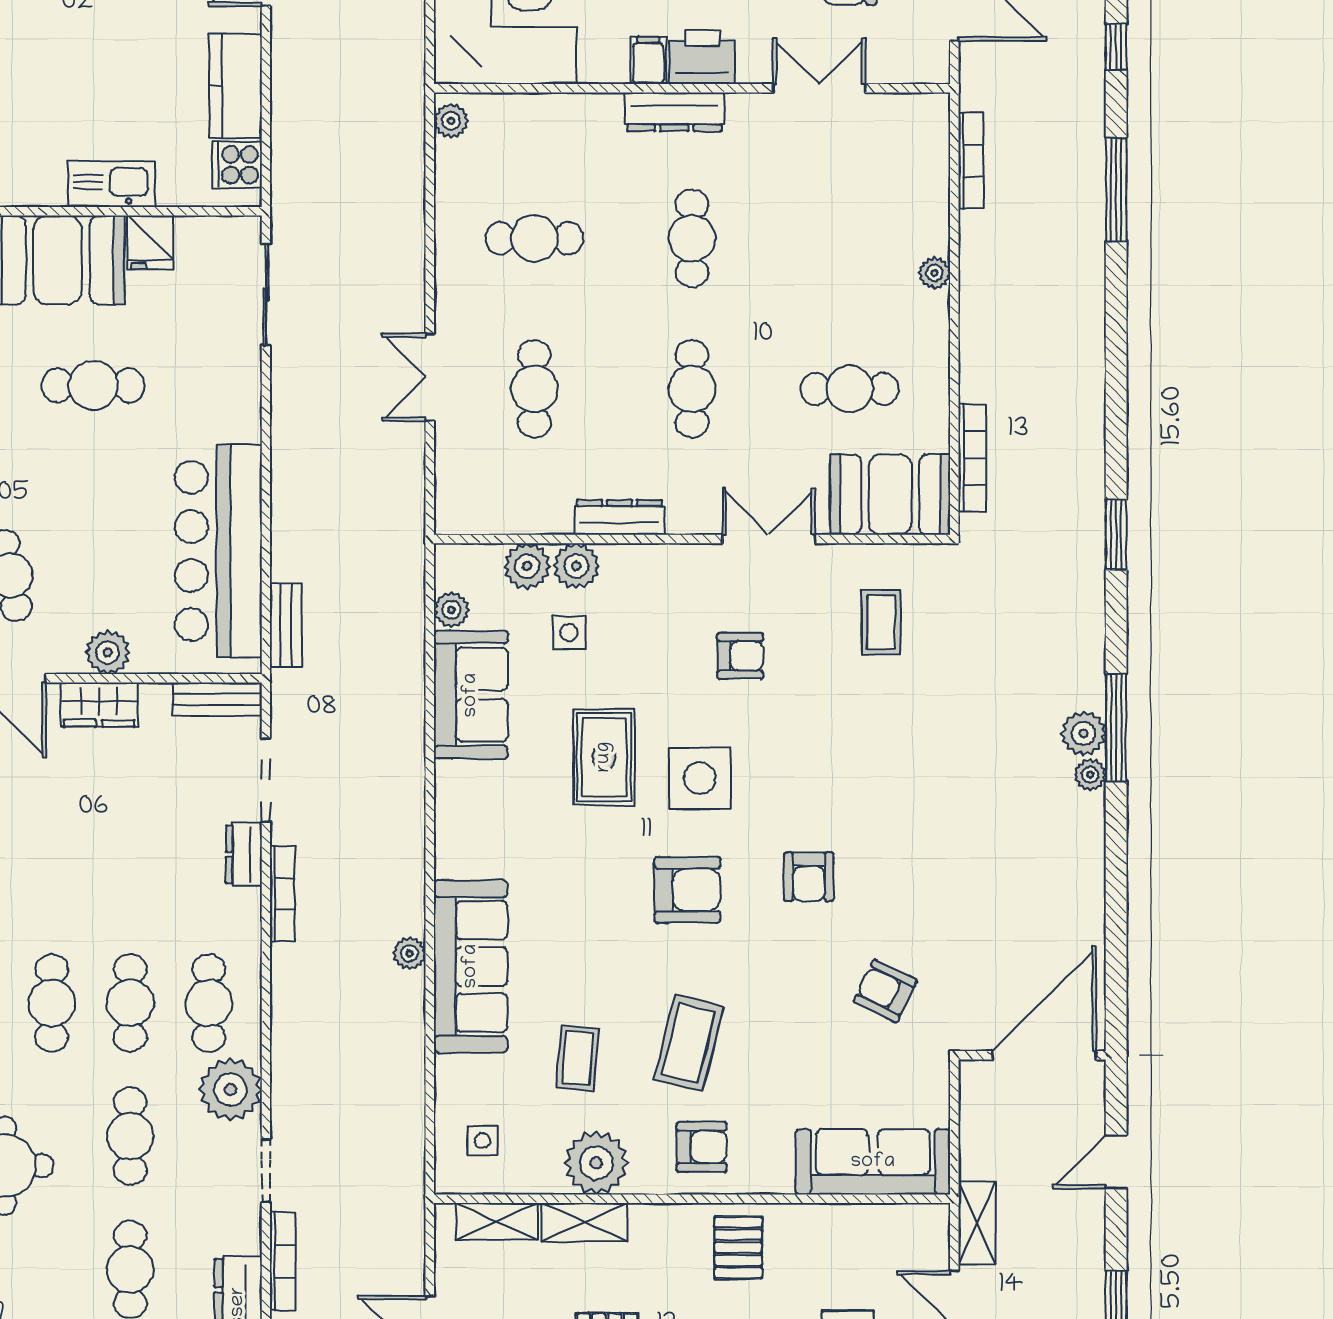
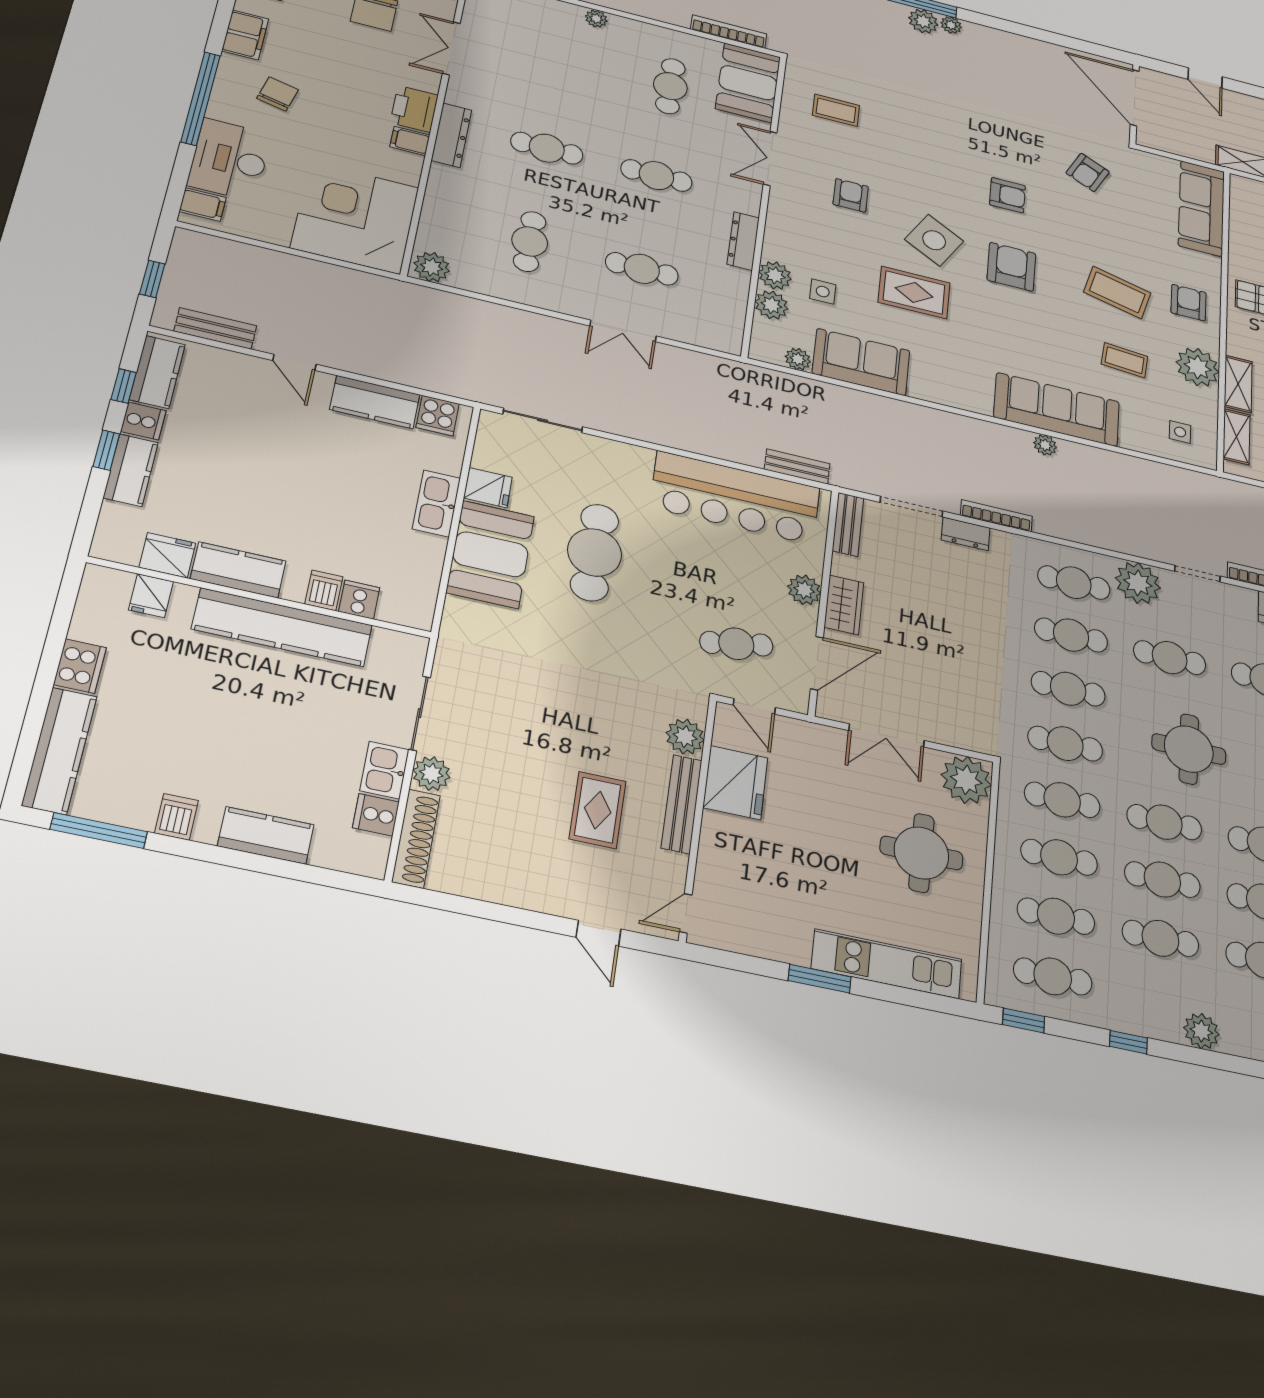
plant: (451, 121) -> (432, 267), width x1.38, depth x1.38
cafe table: (93, 385) -> (595, 552), width x1.37, depth x1.35
side table: (700, 778) -> (934, 240), turned 30

